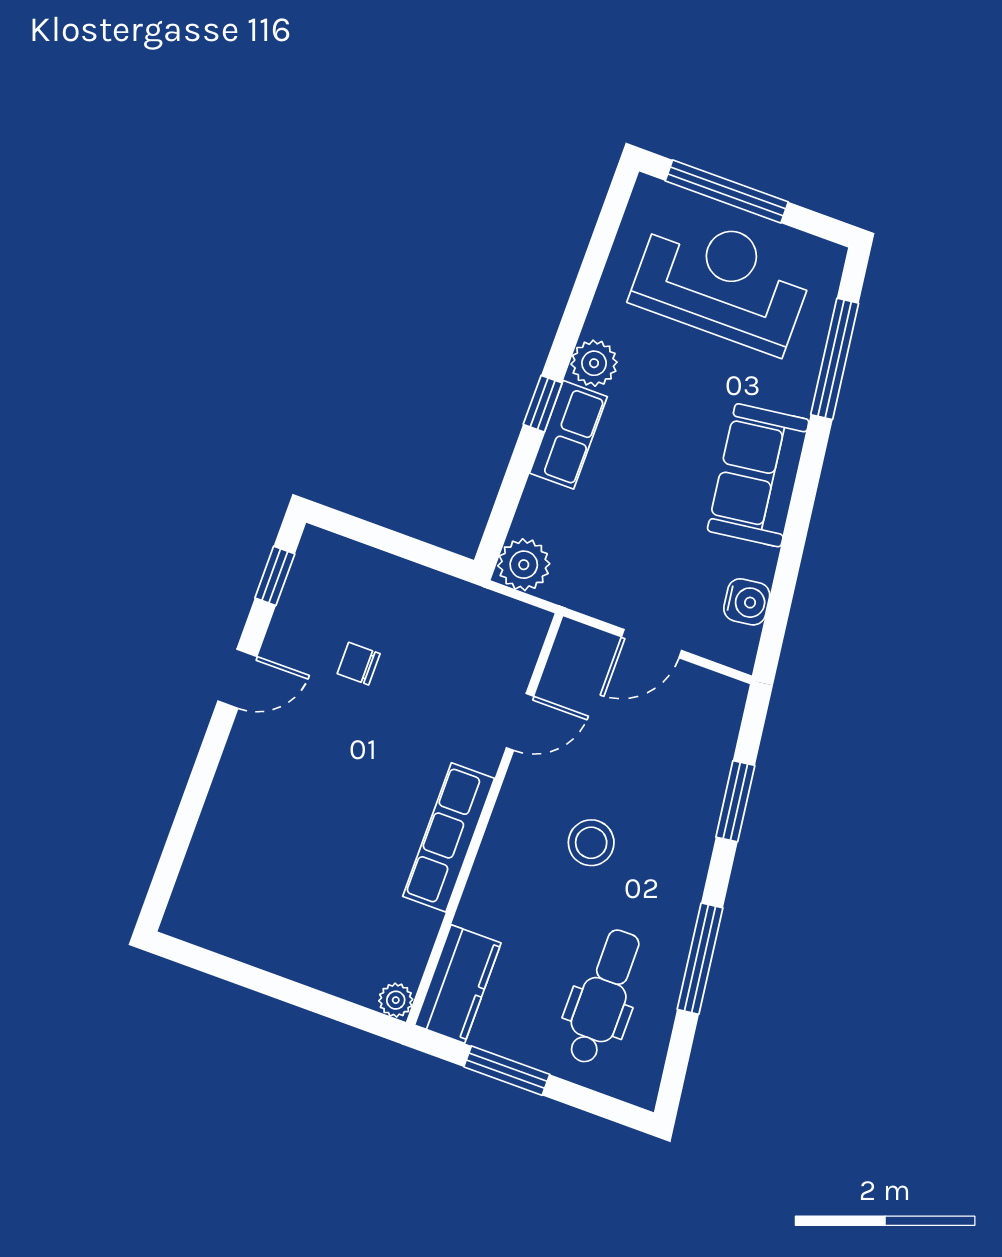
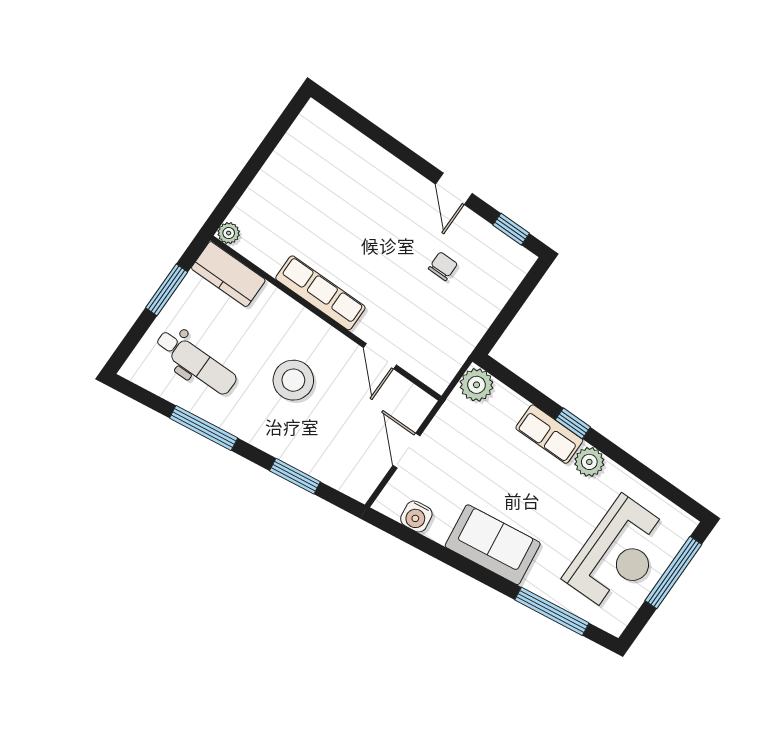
stool: (591, 843) -> (293, 380), width x1.38, depth x1.38

